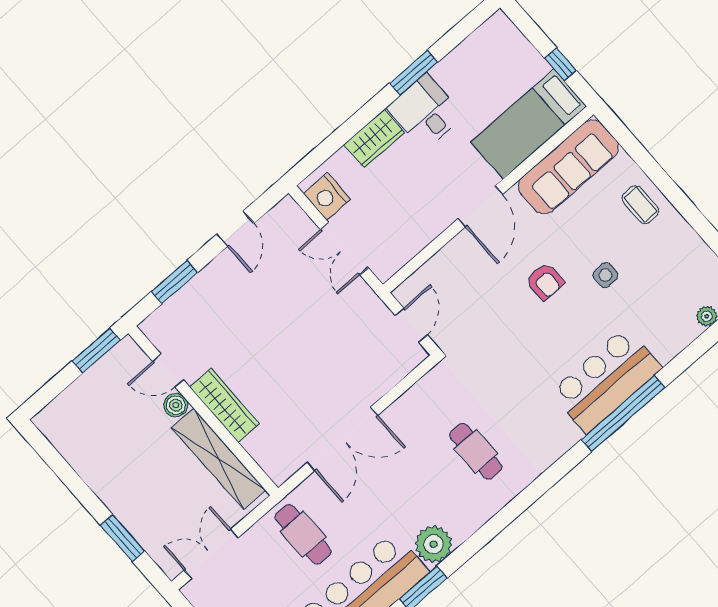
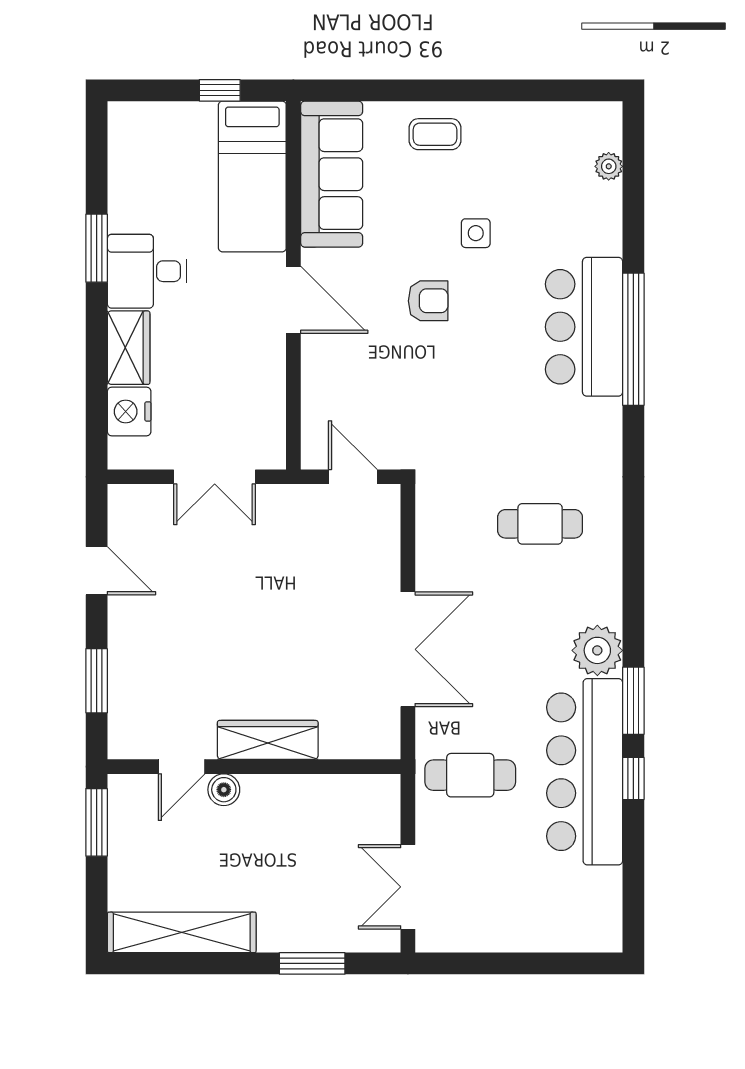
nightstand: (327, 196) -> (129, 412), moved, turned 90
shelving: (218, 459) -> (182, 932), moved

